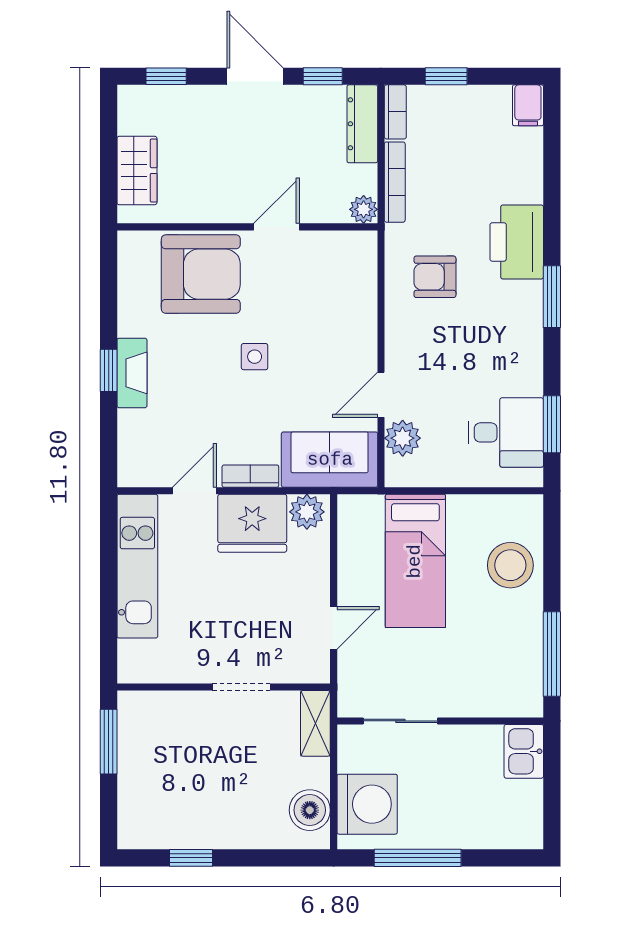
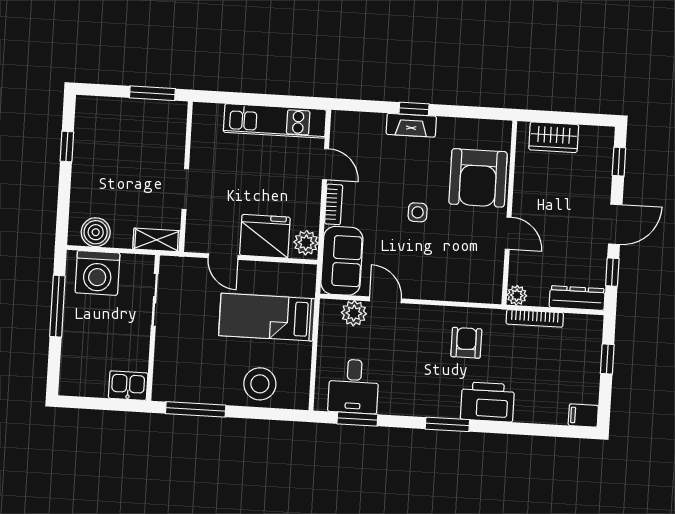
bookcase: (395, 112) -> (584, 322), removed
fridge: (252, 523) -> (265, 236), moved, turned 90

